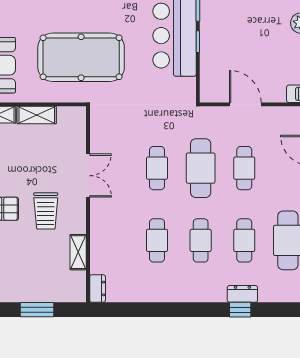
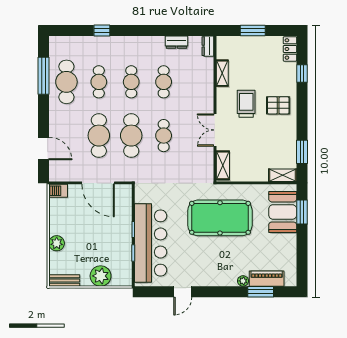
door: (245, 104) -> (98, 183), width x1.36
shelving: (37, 115) -> (223, 165), moved, turned 90
cafe table: (244, 168) -> (99, 136), width x1.37, depth x1.35
dresser: (242, 294) -> (177, 42), moved

